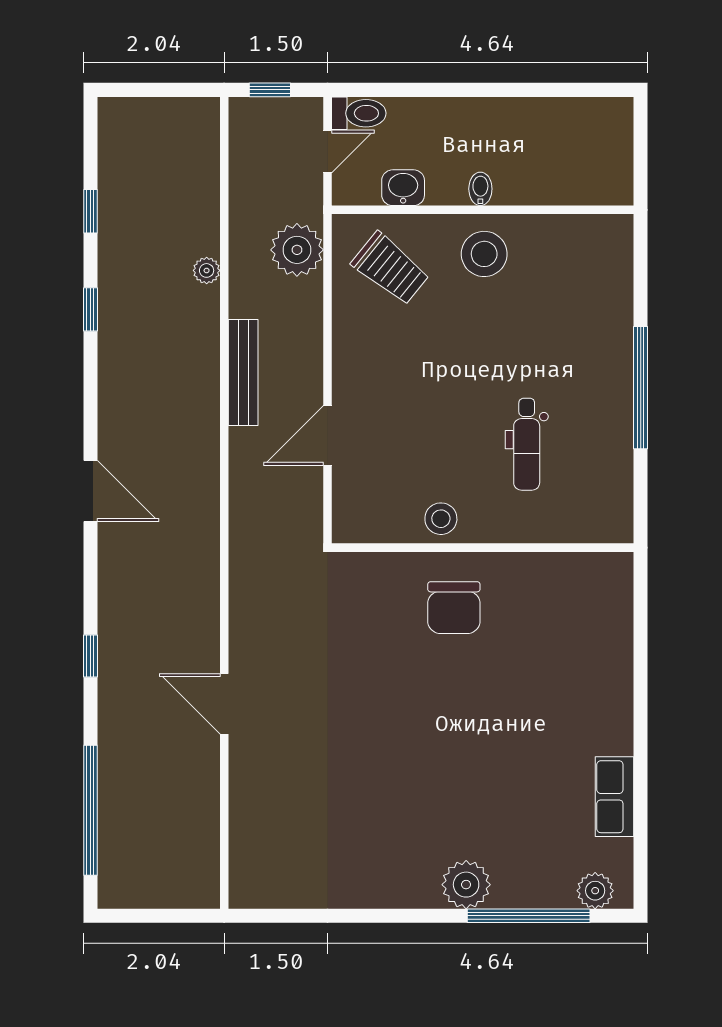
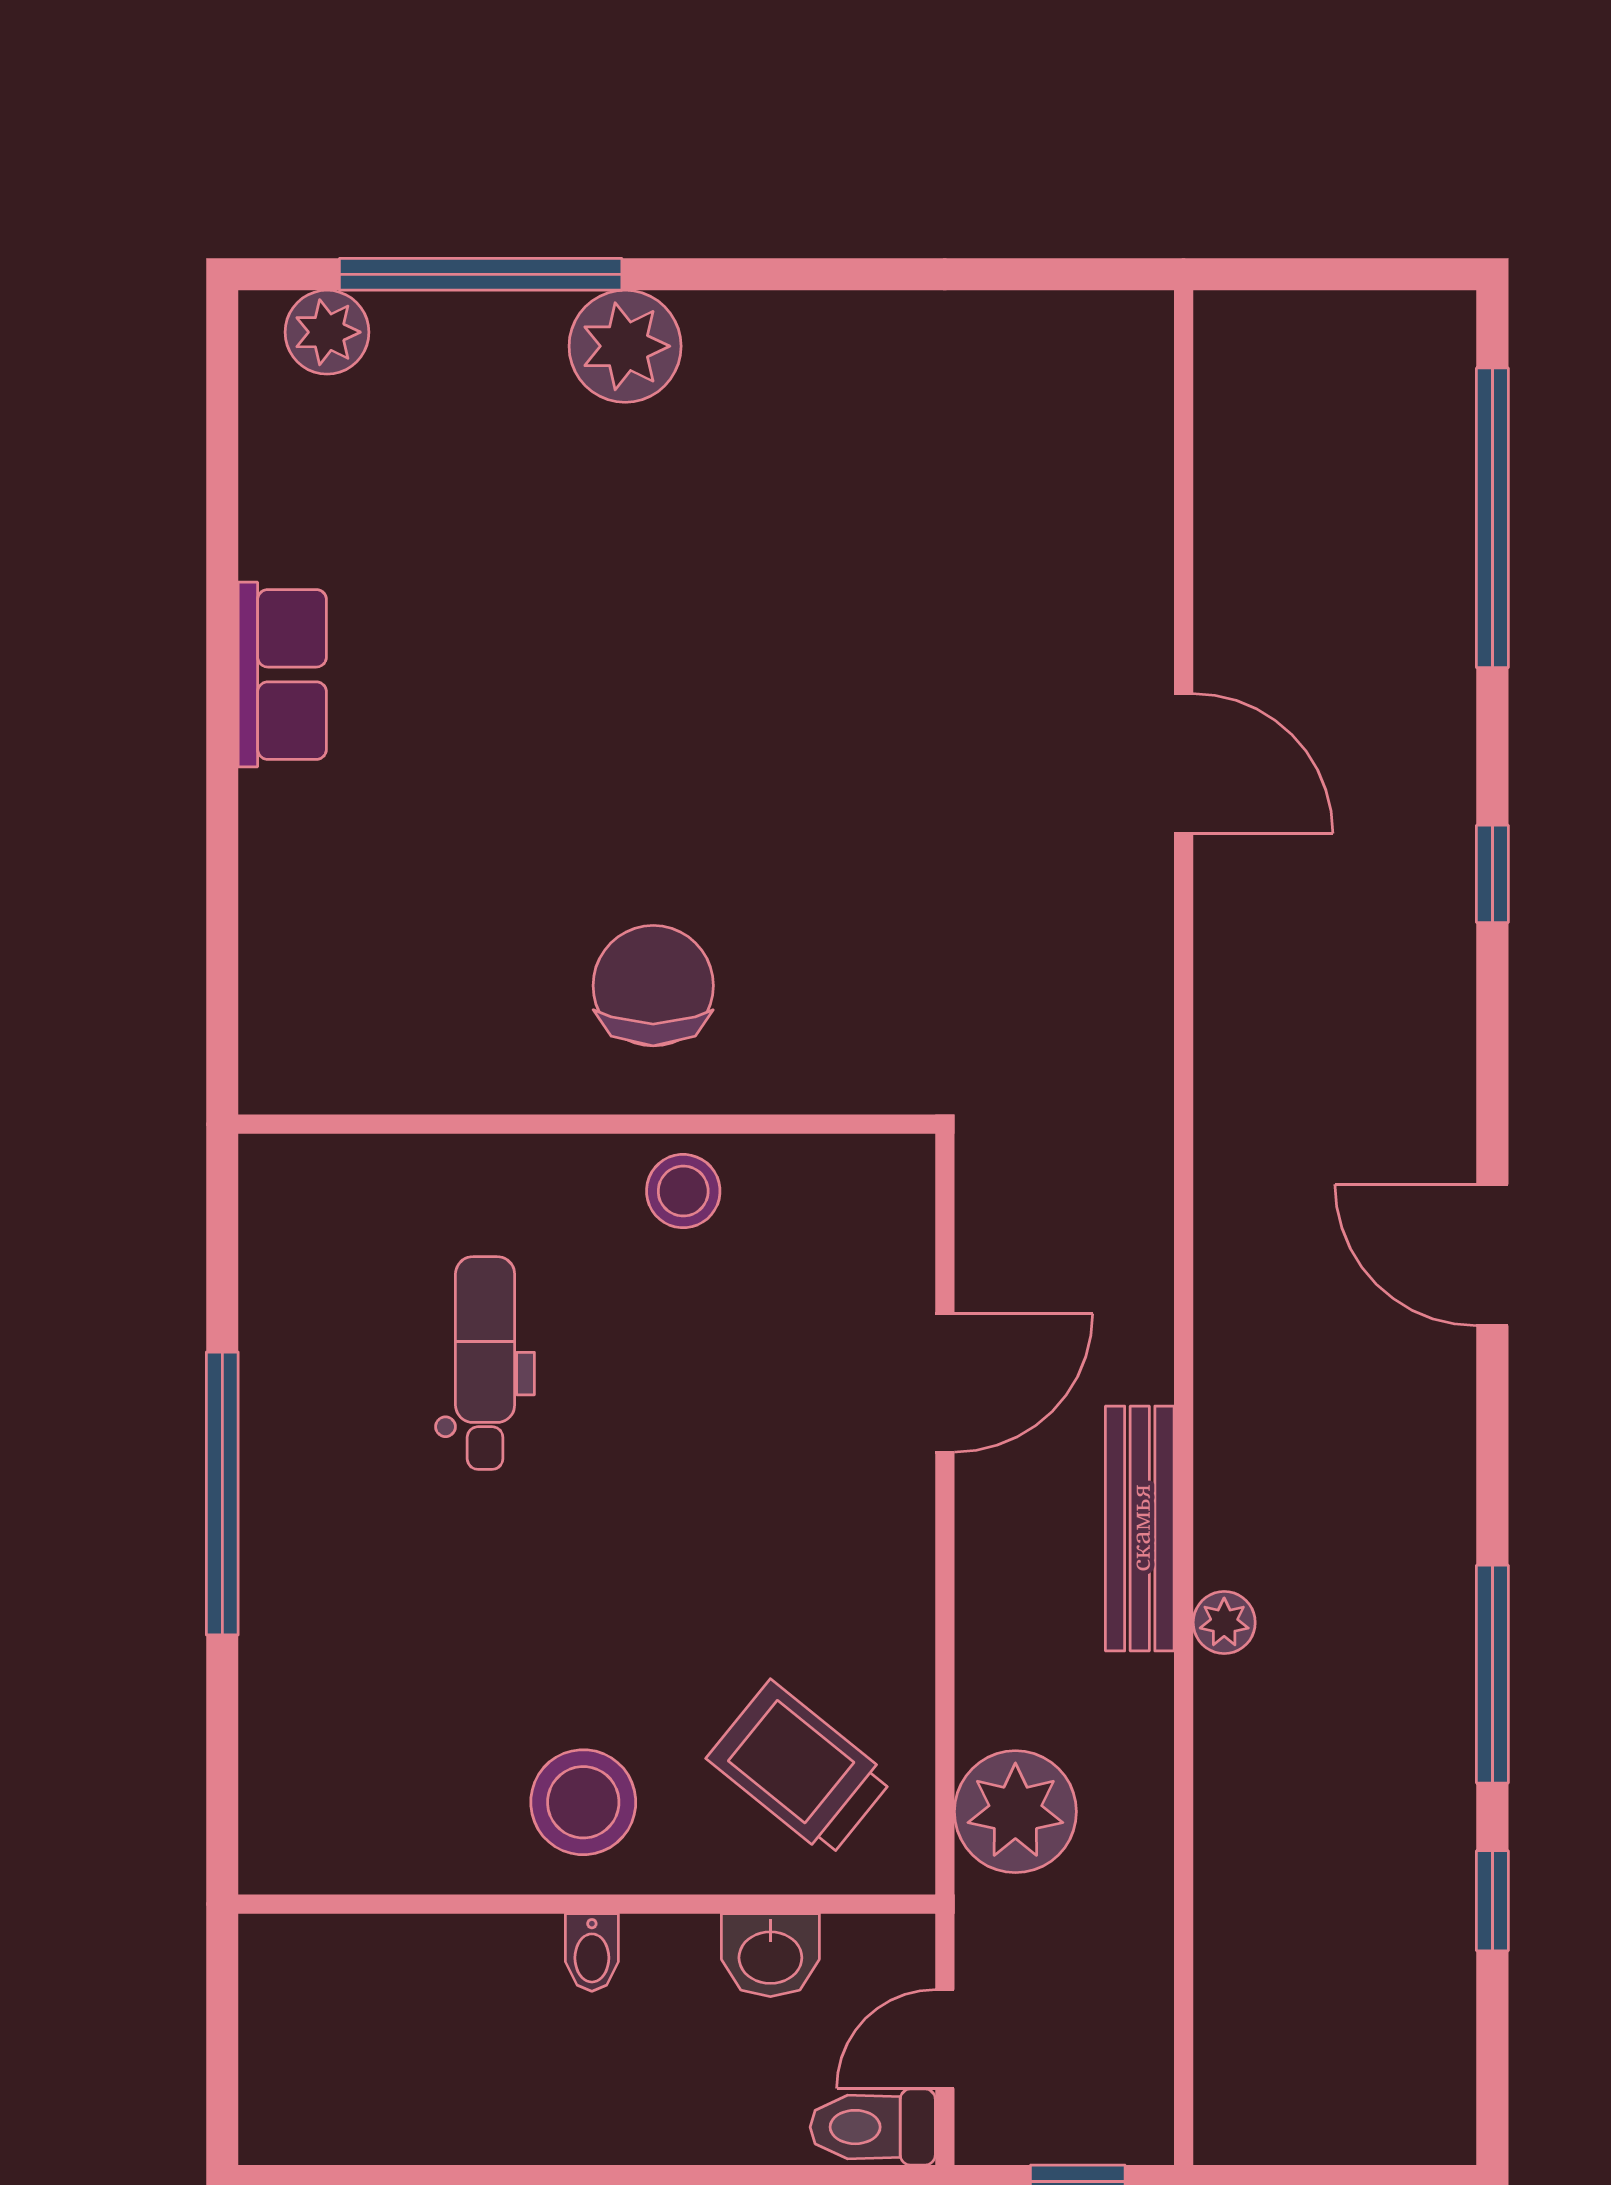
plant: (207, 270) -> (1224, 1623), moved
window: (90, 309) -> (1492, 1674), width x2.17
row of seats: (615, 797) -> (282, 674), moved

